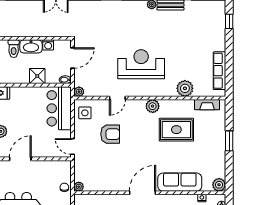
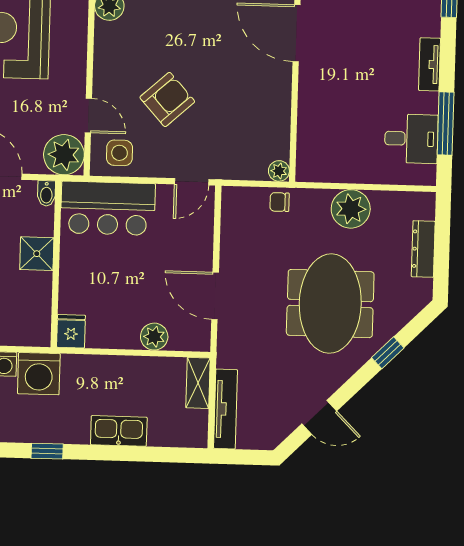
plant: (79, 92) -> (64, 155), width x1.88, depth x1.88
door: (117, 98) -> (88, 115), moved
armchair: (110, 134) -> (167, 99), turned 48

